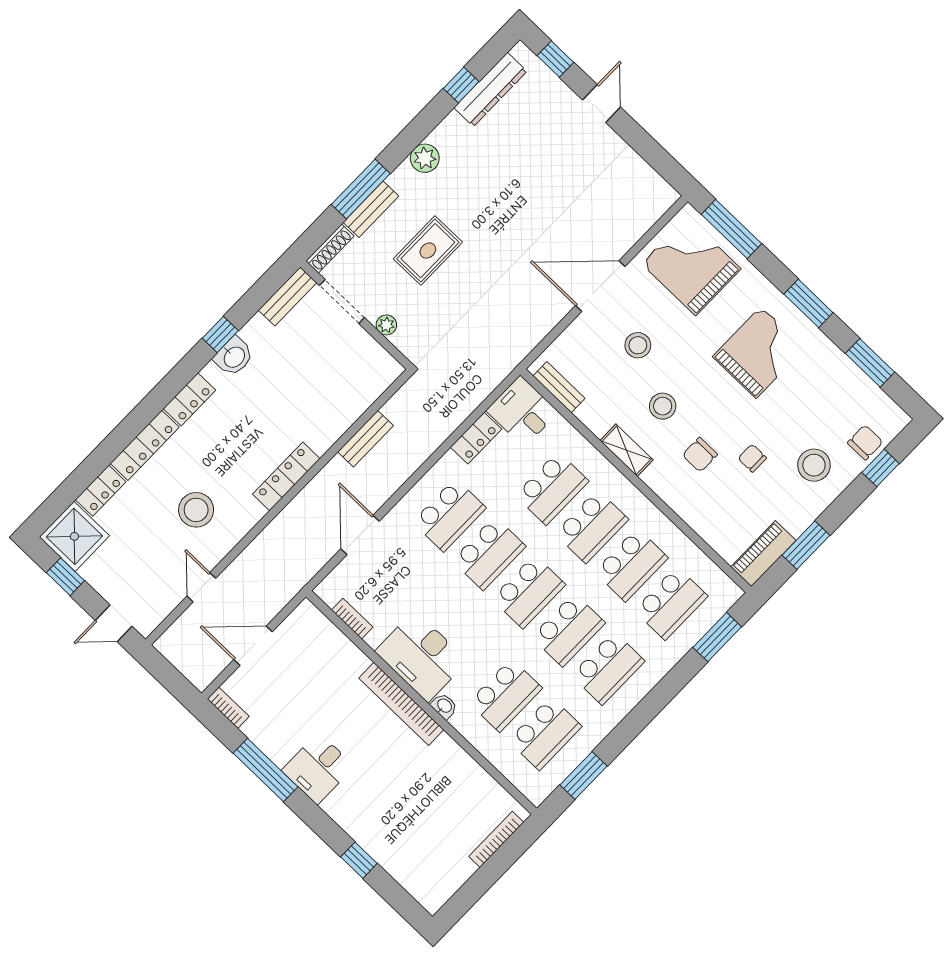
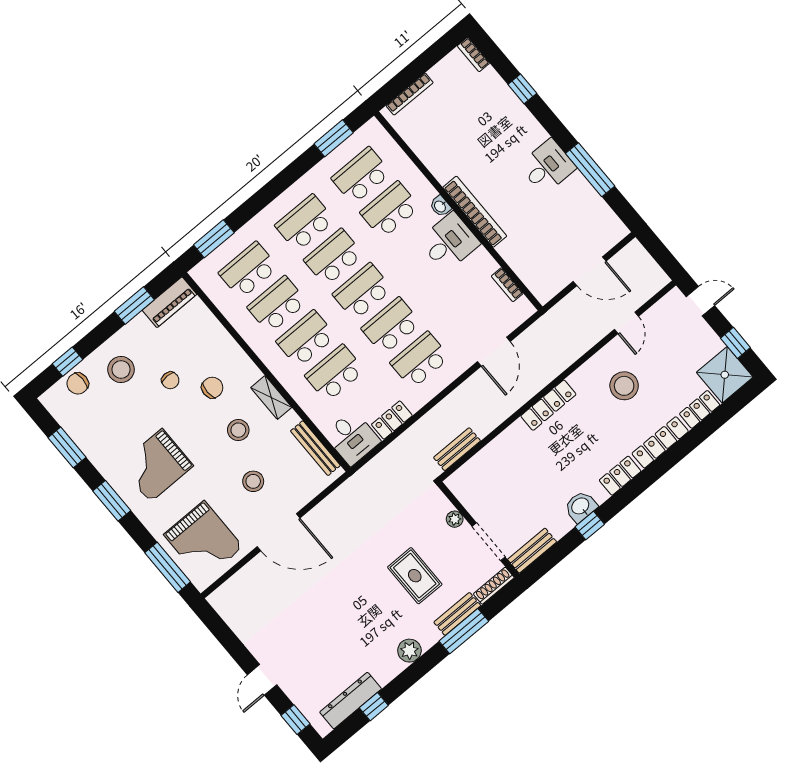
rug: (428, 251) -> (415, 576), turned 90
bench: (559, 387) -> (315, 448), width x1.36
bench: (366, 439) -> (457, 449), moved
desk: (421, 656) -> (449, 242), width x0.73
bookcase: (228, 708) -> (473, 54), moved

